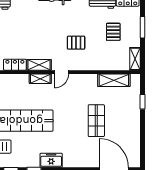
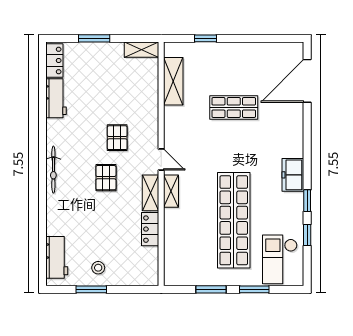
pallet: (113, 32) -> (106, 178), moved, turned 90

